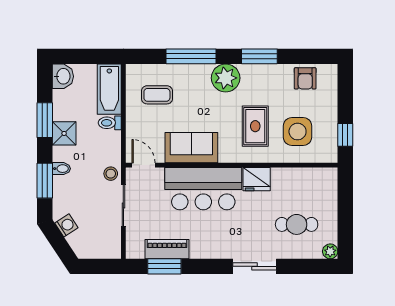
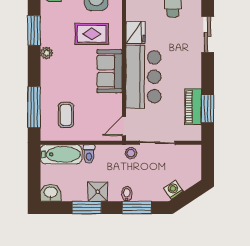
window: (191, 56) -> (34, 107), moved
plant: (226, 78) -> (47, 53), width x0.53, depth x0.53
sofa: (191, 148) -> (110, 71), moved

